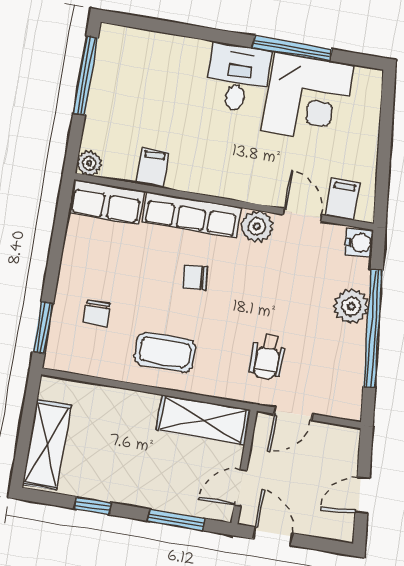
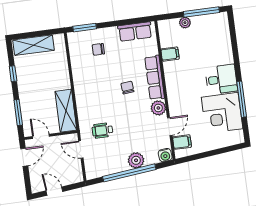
plant: (89, 163) -> (185, 23), moved
row of seats: (106, 202) -> (135, 32), moved, turned -90
coffee table: (165, 352) -> (90, 85), removed

